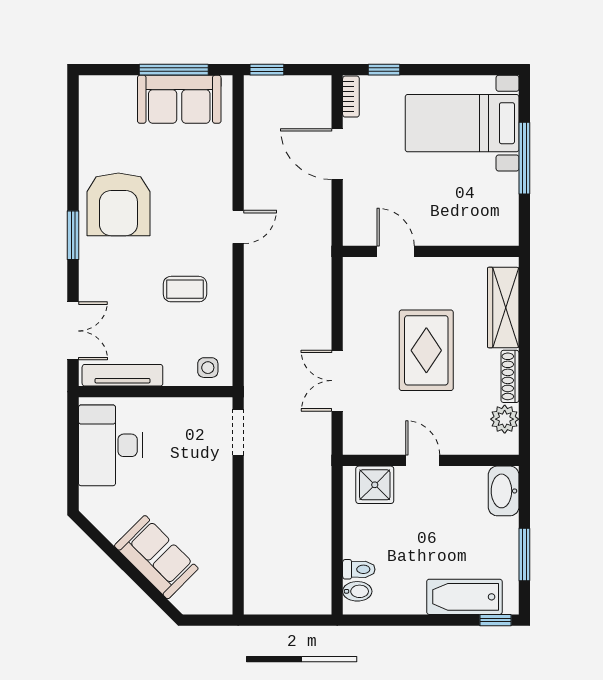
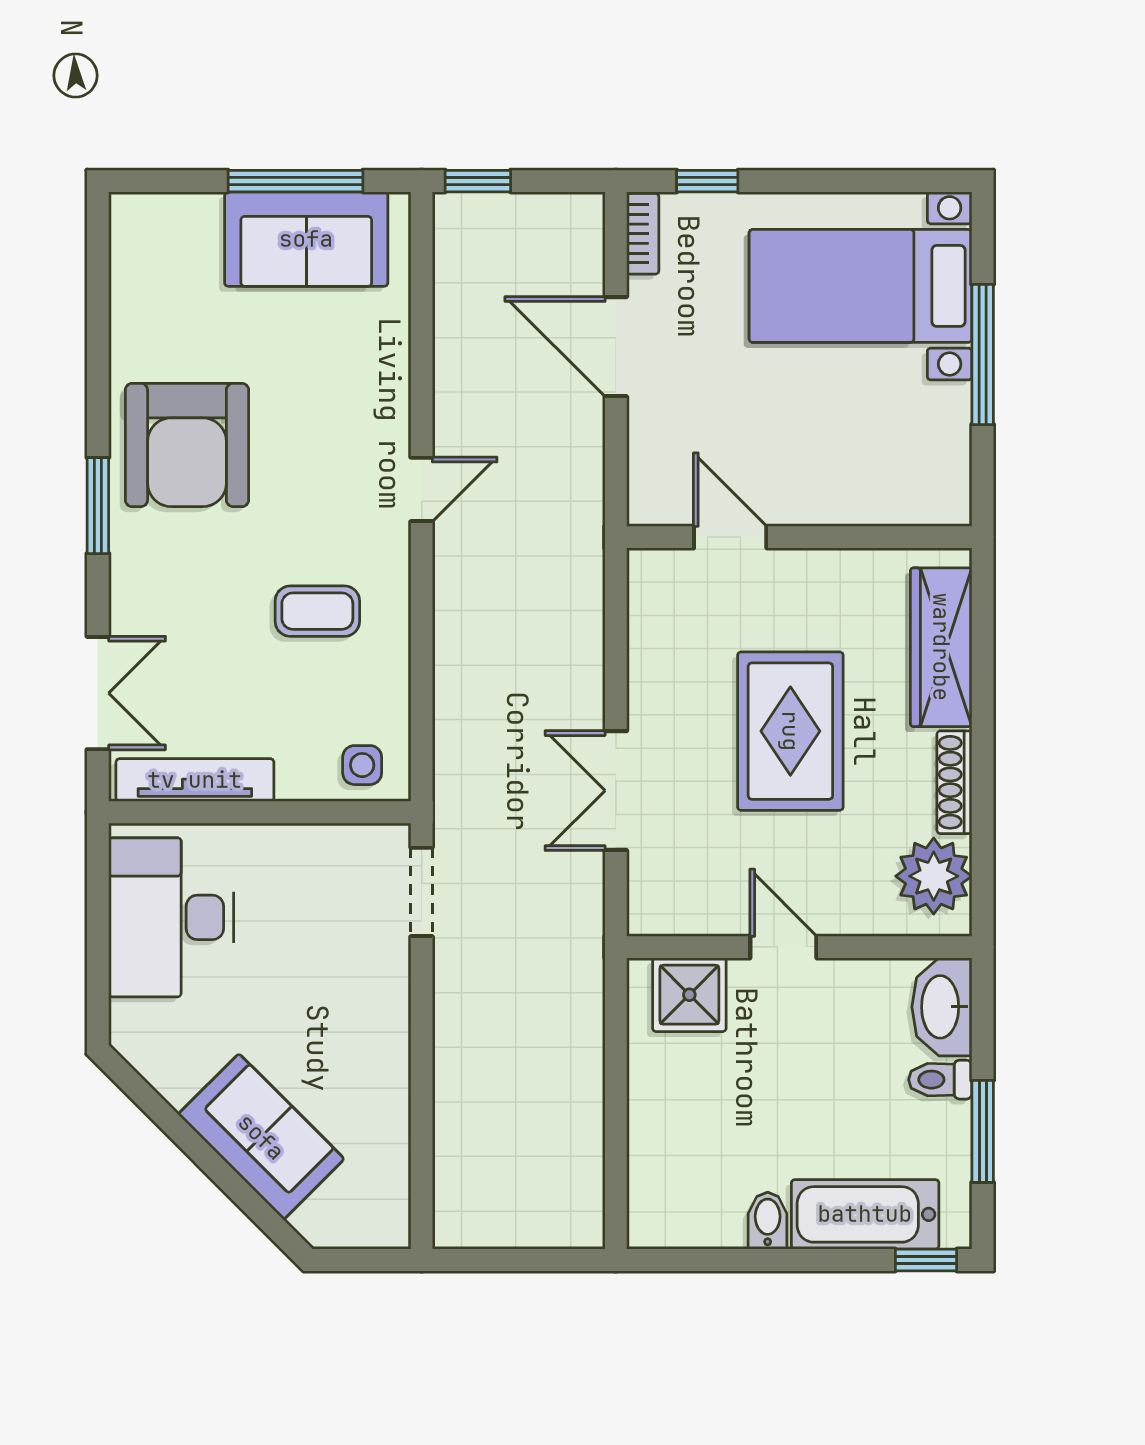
plant: (505, 419) -> (934, 876), width x1.36, depth x1.36
toilet: (359, 569) -> (940, 1080), moved, turned 180
bidet: (357, 591) -> (768, 1221), moved, turned -90

